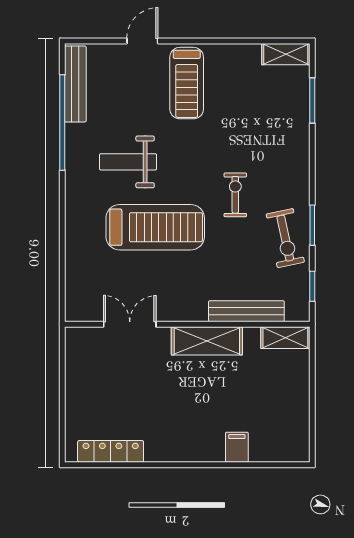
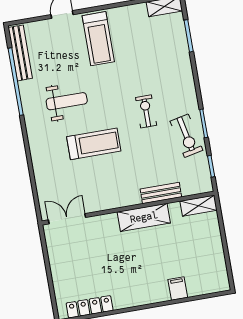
weight bench: (128, 162) -> (67, 101), turned 180
treadmill: (155, 227) -> (94, 144), width x0.73, depth x0.73
bench: (246, 311) -> (161, 193), width x0.73
double door: (130, 324) -> (67, 219), moved

